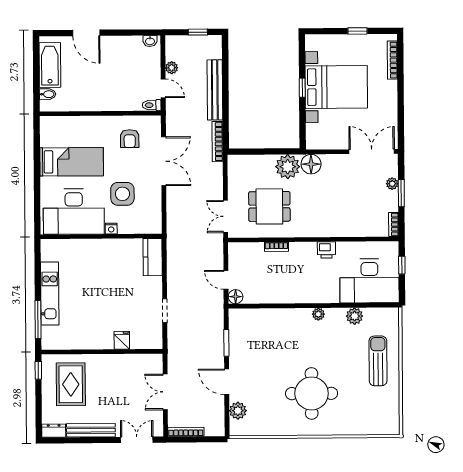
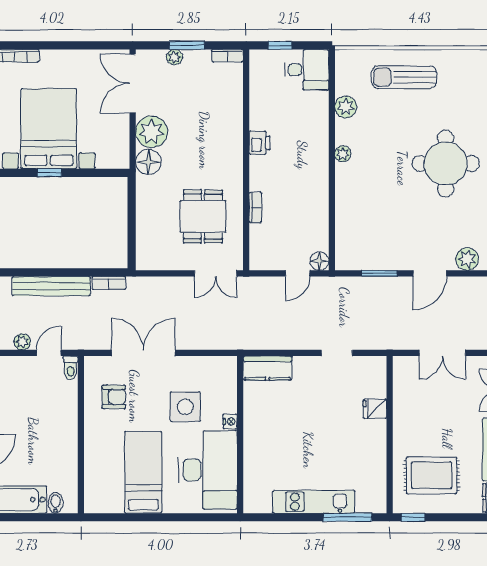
bookcase: (218, 142) -> (109, 283), width x0.64
plant: (288, 167) -> (152, 132), moved
desk: (369, 281) -> (307, 70), width x0.53, depth x0.77

